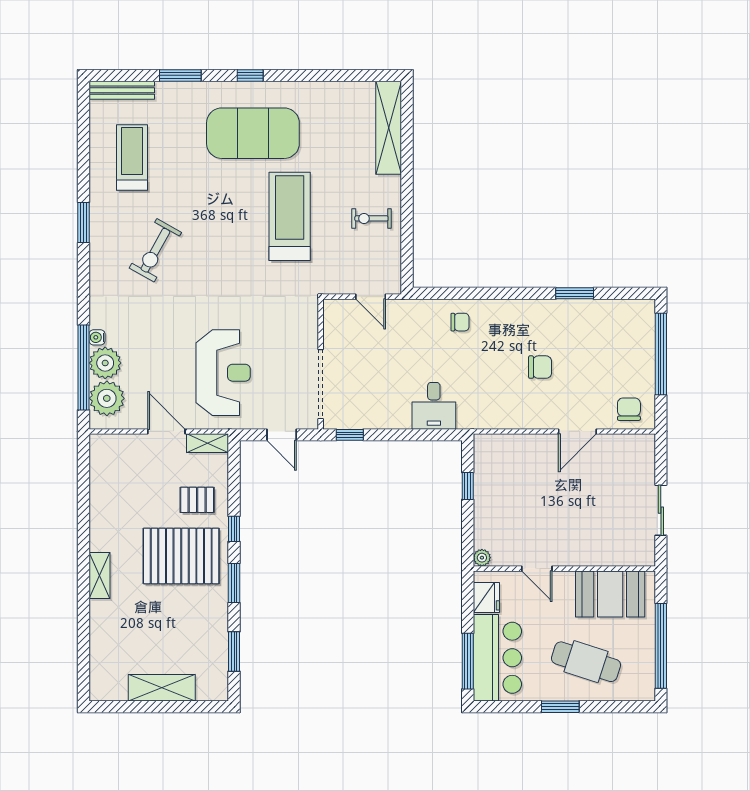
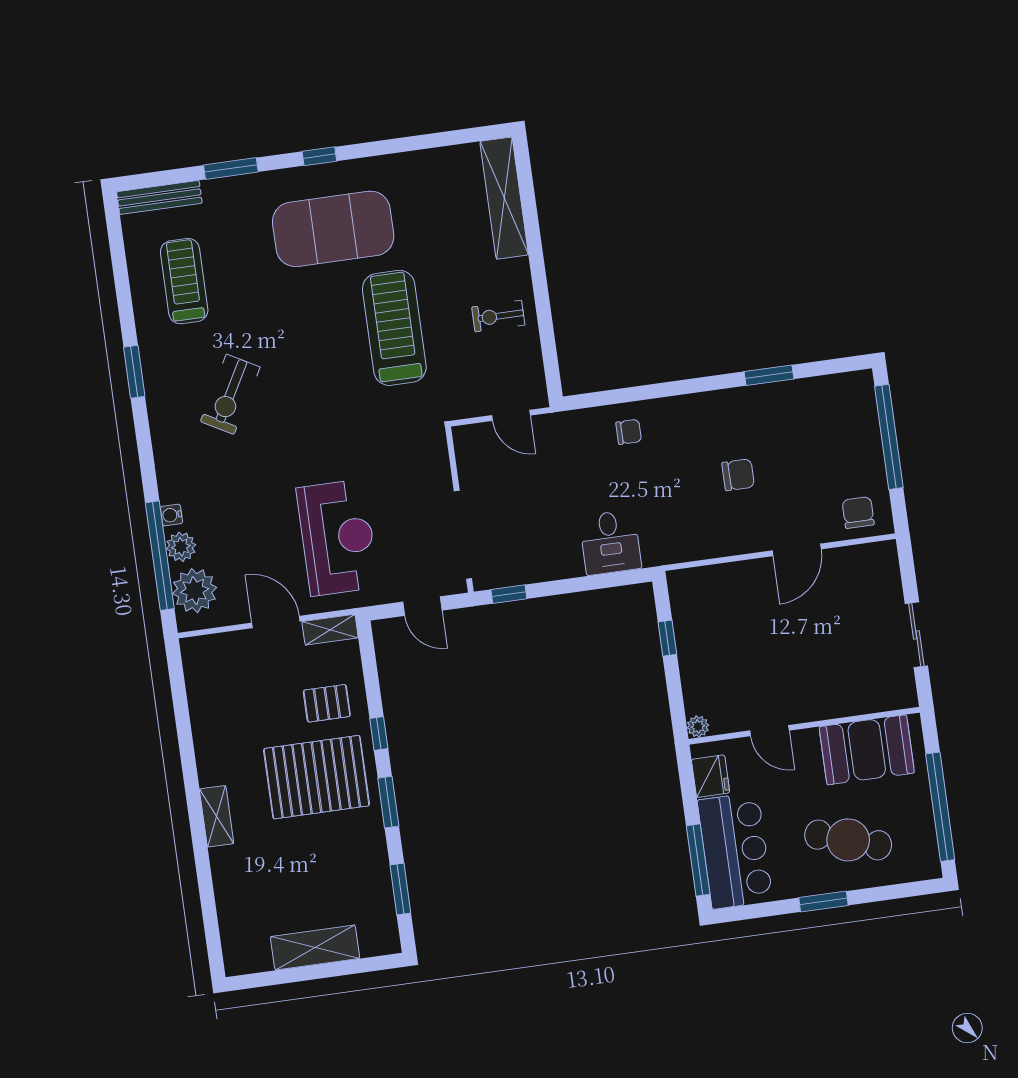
plant: (105, 363) -> (181, 547), width x0.73, depth x0.73

